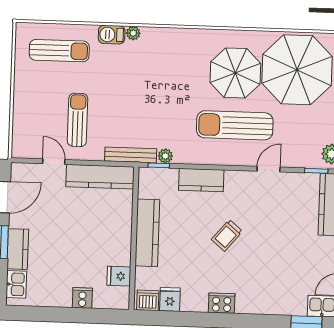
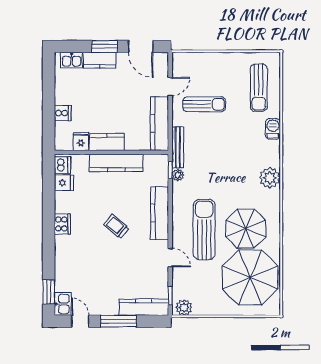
plant: (133, 33) -> (270, 178), moved, width x1.88, depth x1.88
kitchen counter: (201, 180) -> (160, 213), width x1.50
kitchen counter: (121, 243) -> (107, 142), added

